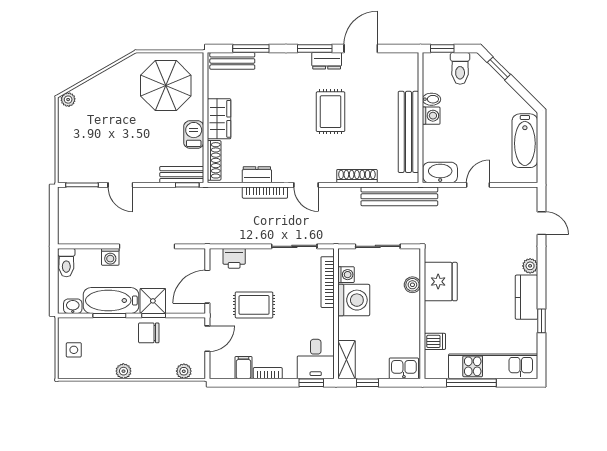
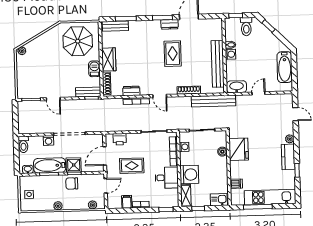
washing machine: (354, 300) -> (189, 175), moved
desk: (316, 359) -> (167, 178), moved, turned -90

